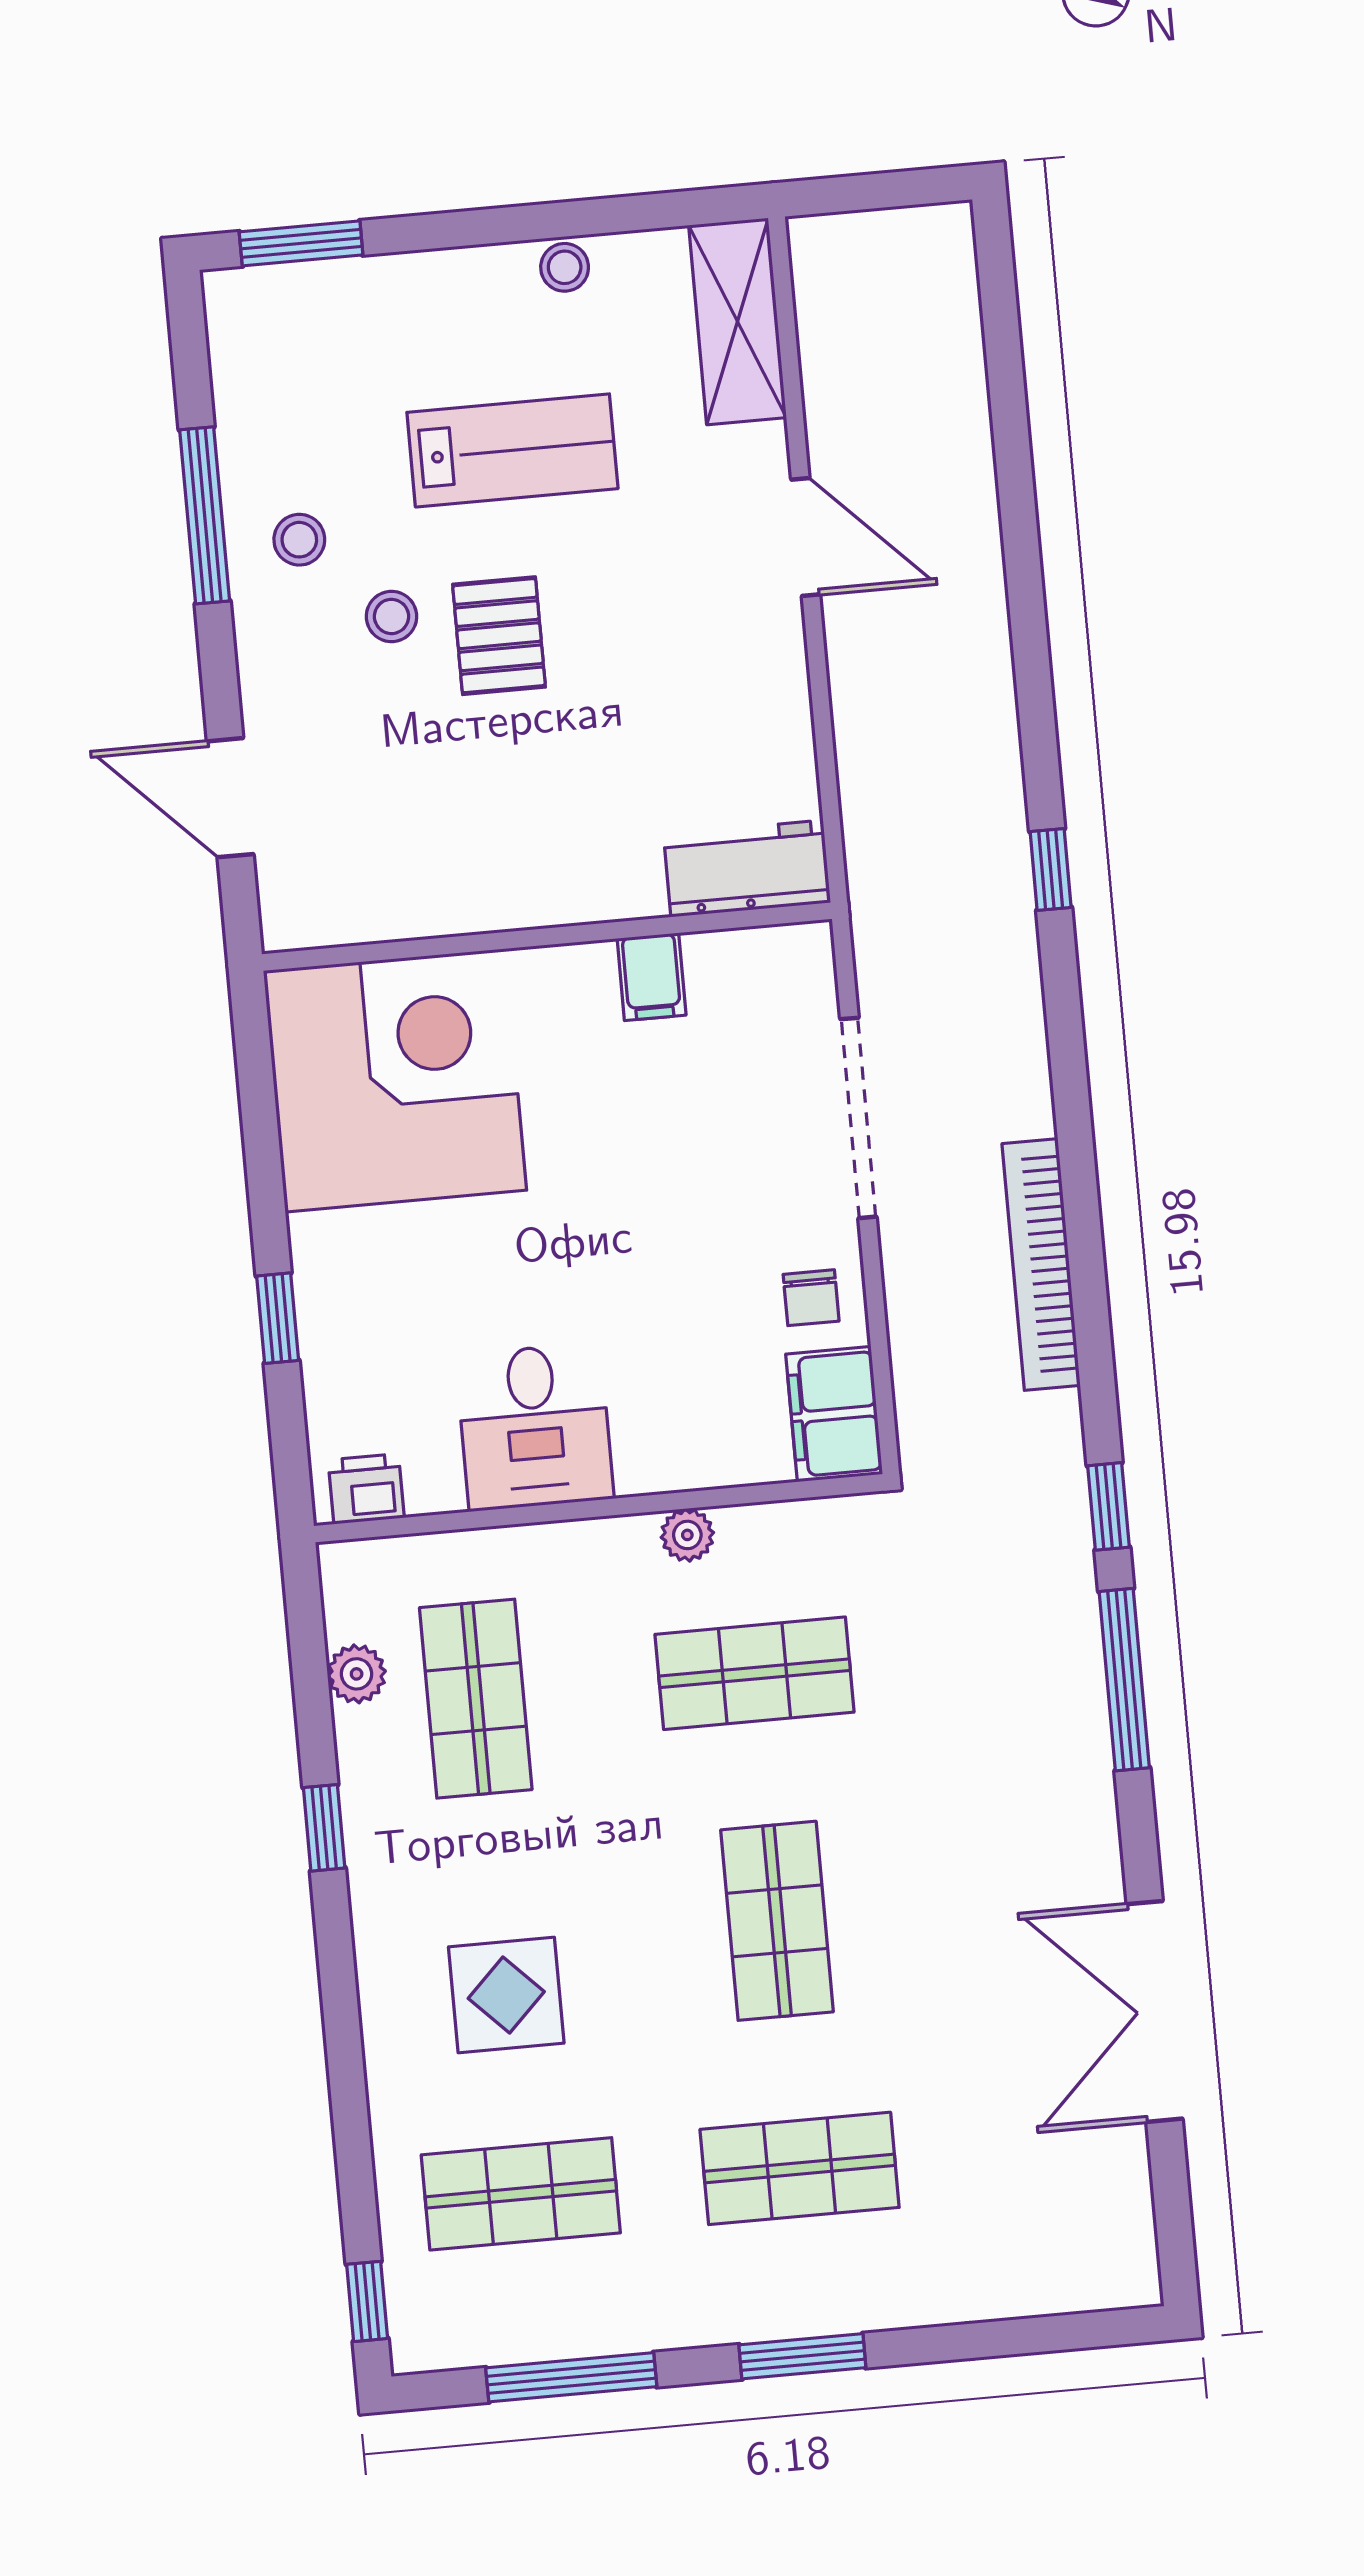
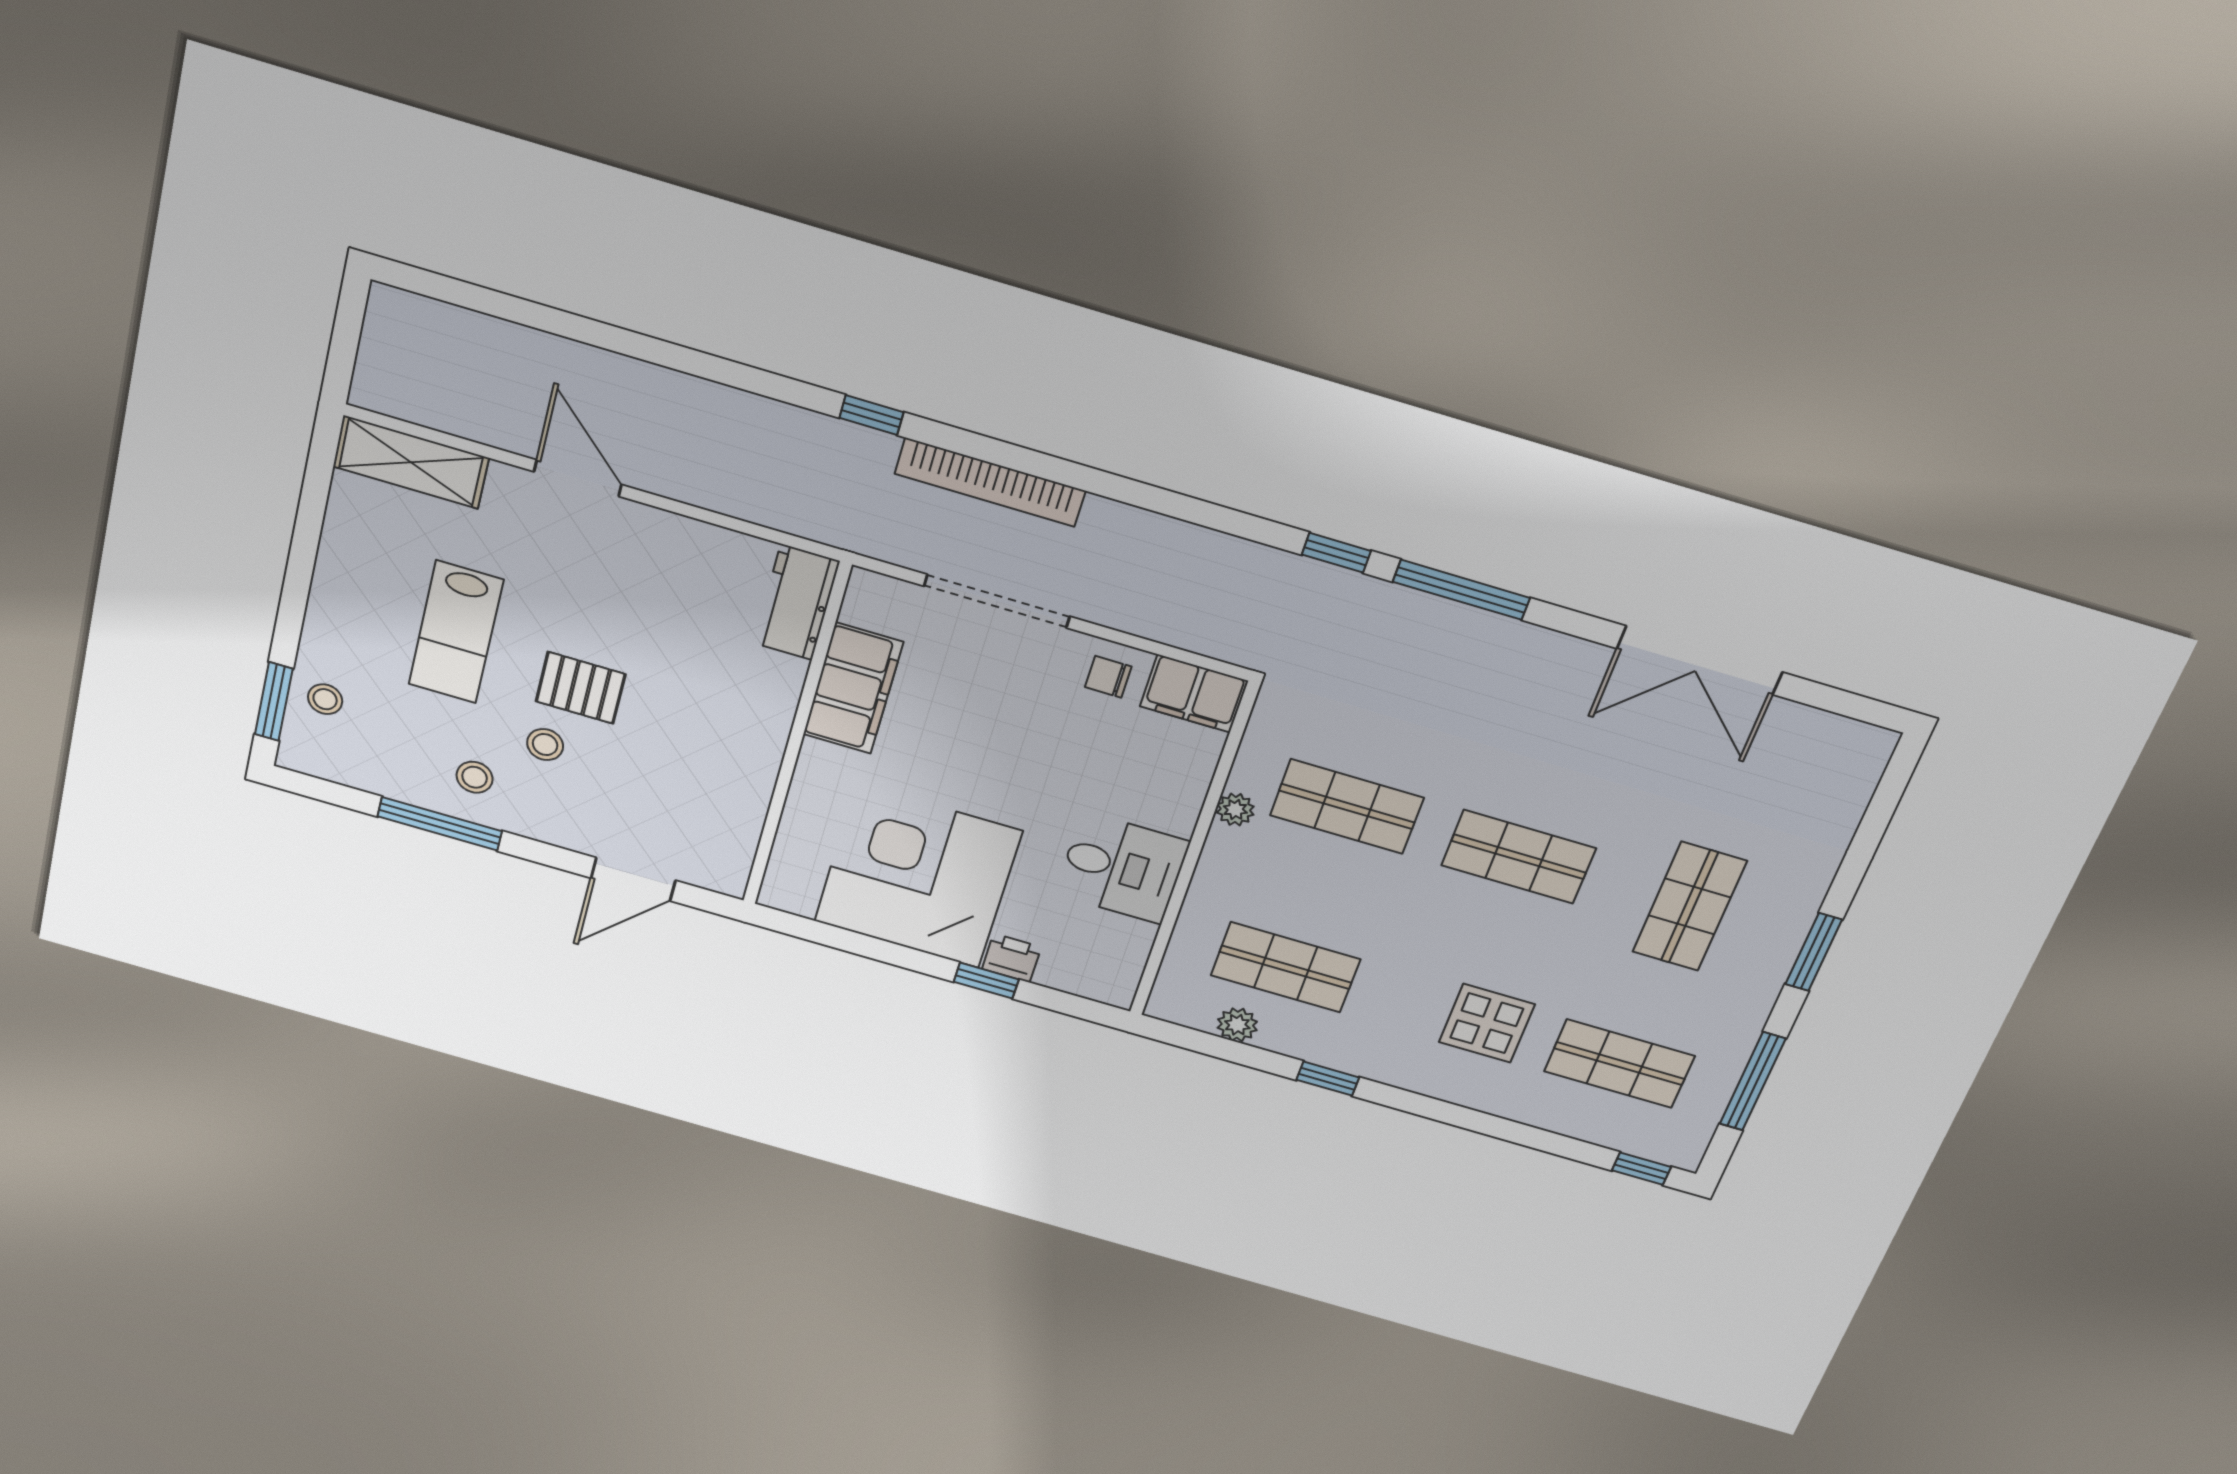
stool: (565, 267) -> (325, 699), moved
lab bench: (512, 450) -> (456, 632), turned 180
door: (806, 537) -> (578, 478), hinge flipped
filing cabinet: (652, 977) -> (853, 688), width x3.00, depth x1.17
corner desk: (395, 1080) -> (918, 876), moved
bookcase: (1041, 1265) -> (990, 482), moved
chair: (811, 1298) -> (1108, 677), turned 180
printer: (366, 1489) -> (1012, 958), moved, turned 90
shop shelf: (755, 1673) -> (1347, 807), turned 90
shop shelf: (521, 2194) -> (1619, 1064), turned 90

